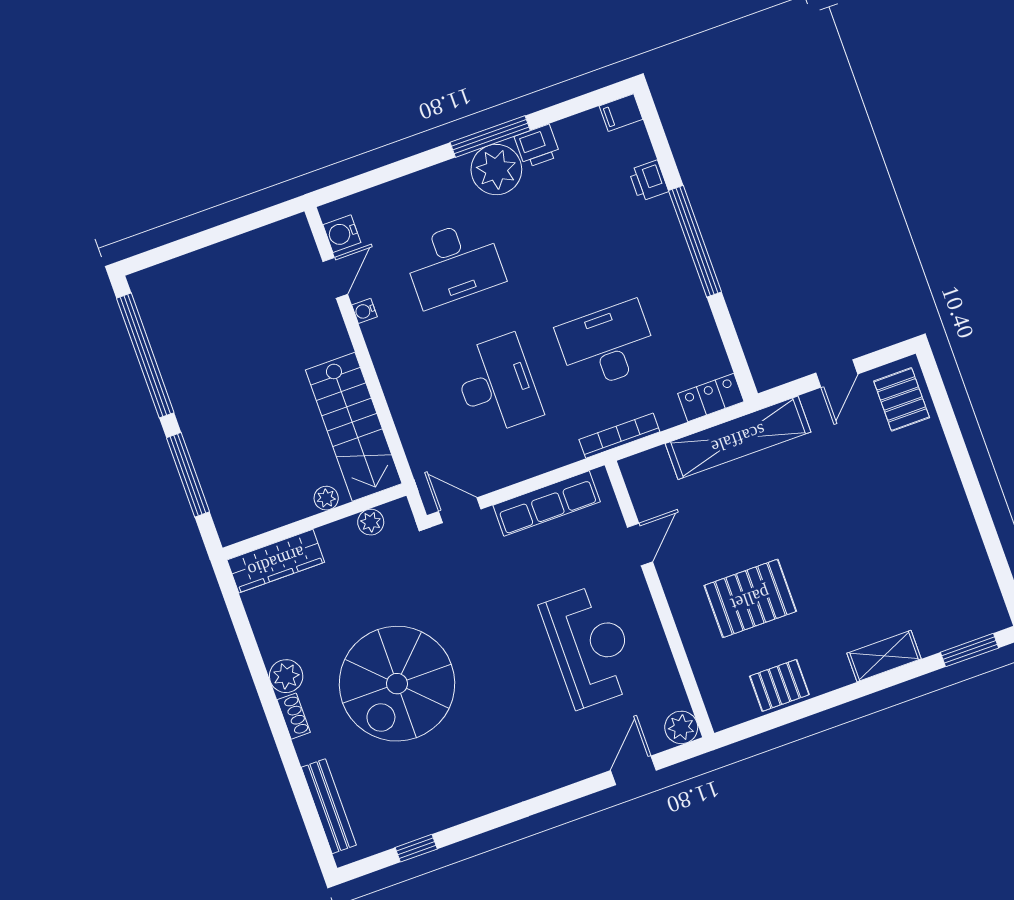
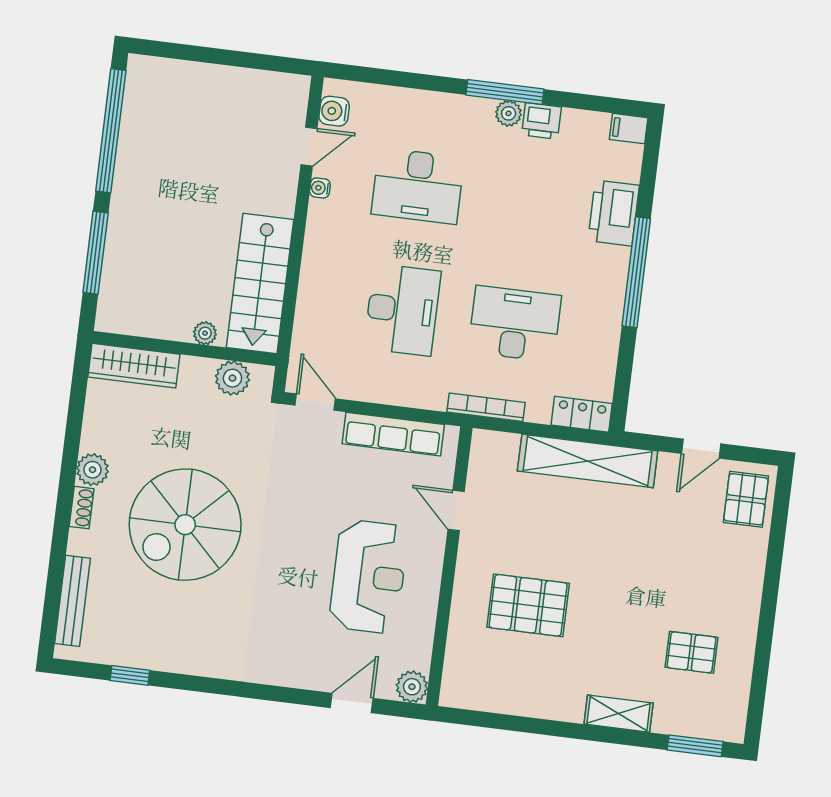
plant: (496, 170) -> (509, 113), width x0.53, depth x0.53
printer: (649, 181) -> (614, 213), width x1.87, depth x1.48
plant: (371, 522) -> (232, 378), width x1.38, depth x1.38
door: (640, 545) -> (456, 510), swing flipped
pallet: (779, 685) -> (692, 652), moved

